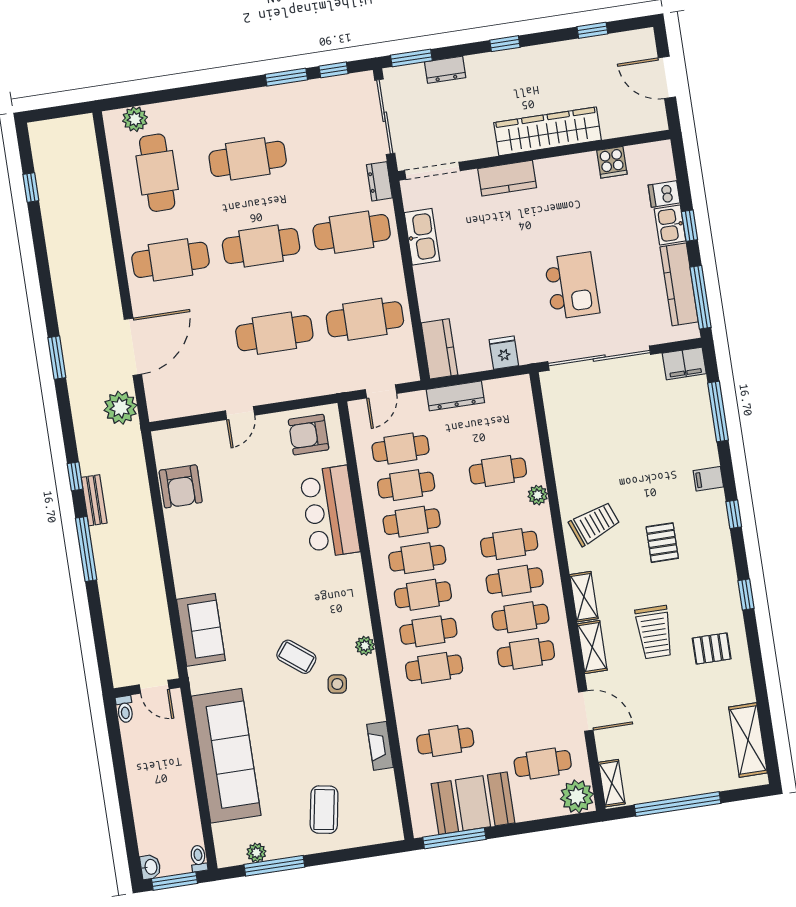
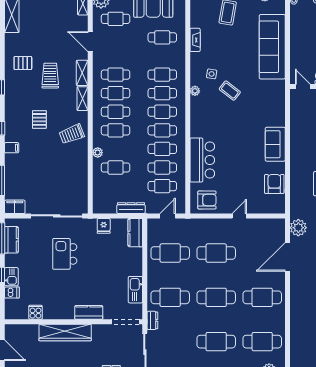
cafe table: (157, 173) -> (262, 342), turned 90
kitchen counter: (679, 284) -> (11, 240), width x0.67
sofa: (201, 630) -> (275, 144), moved

